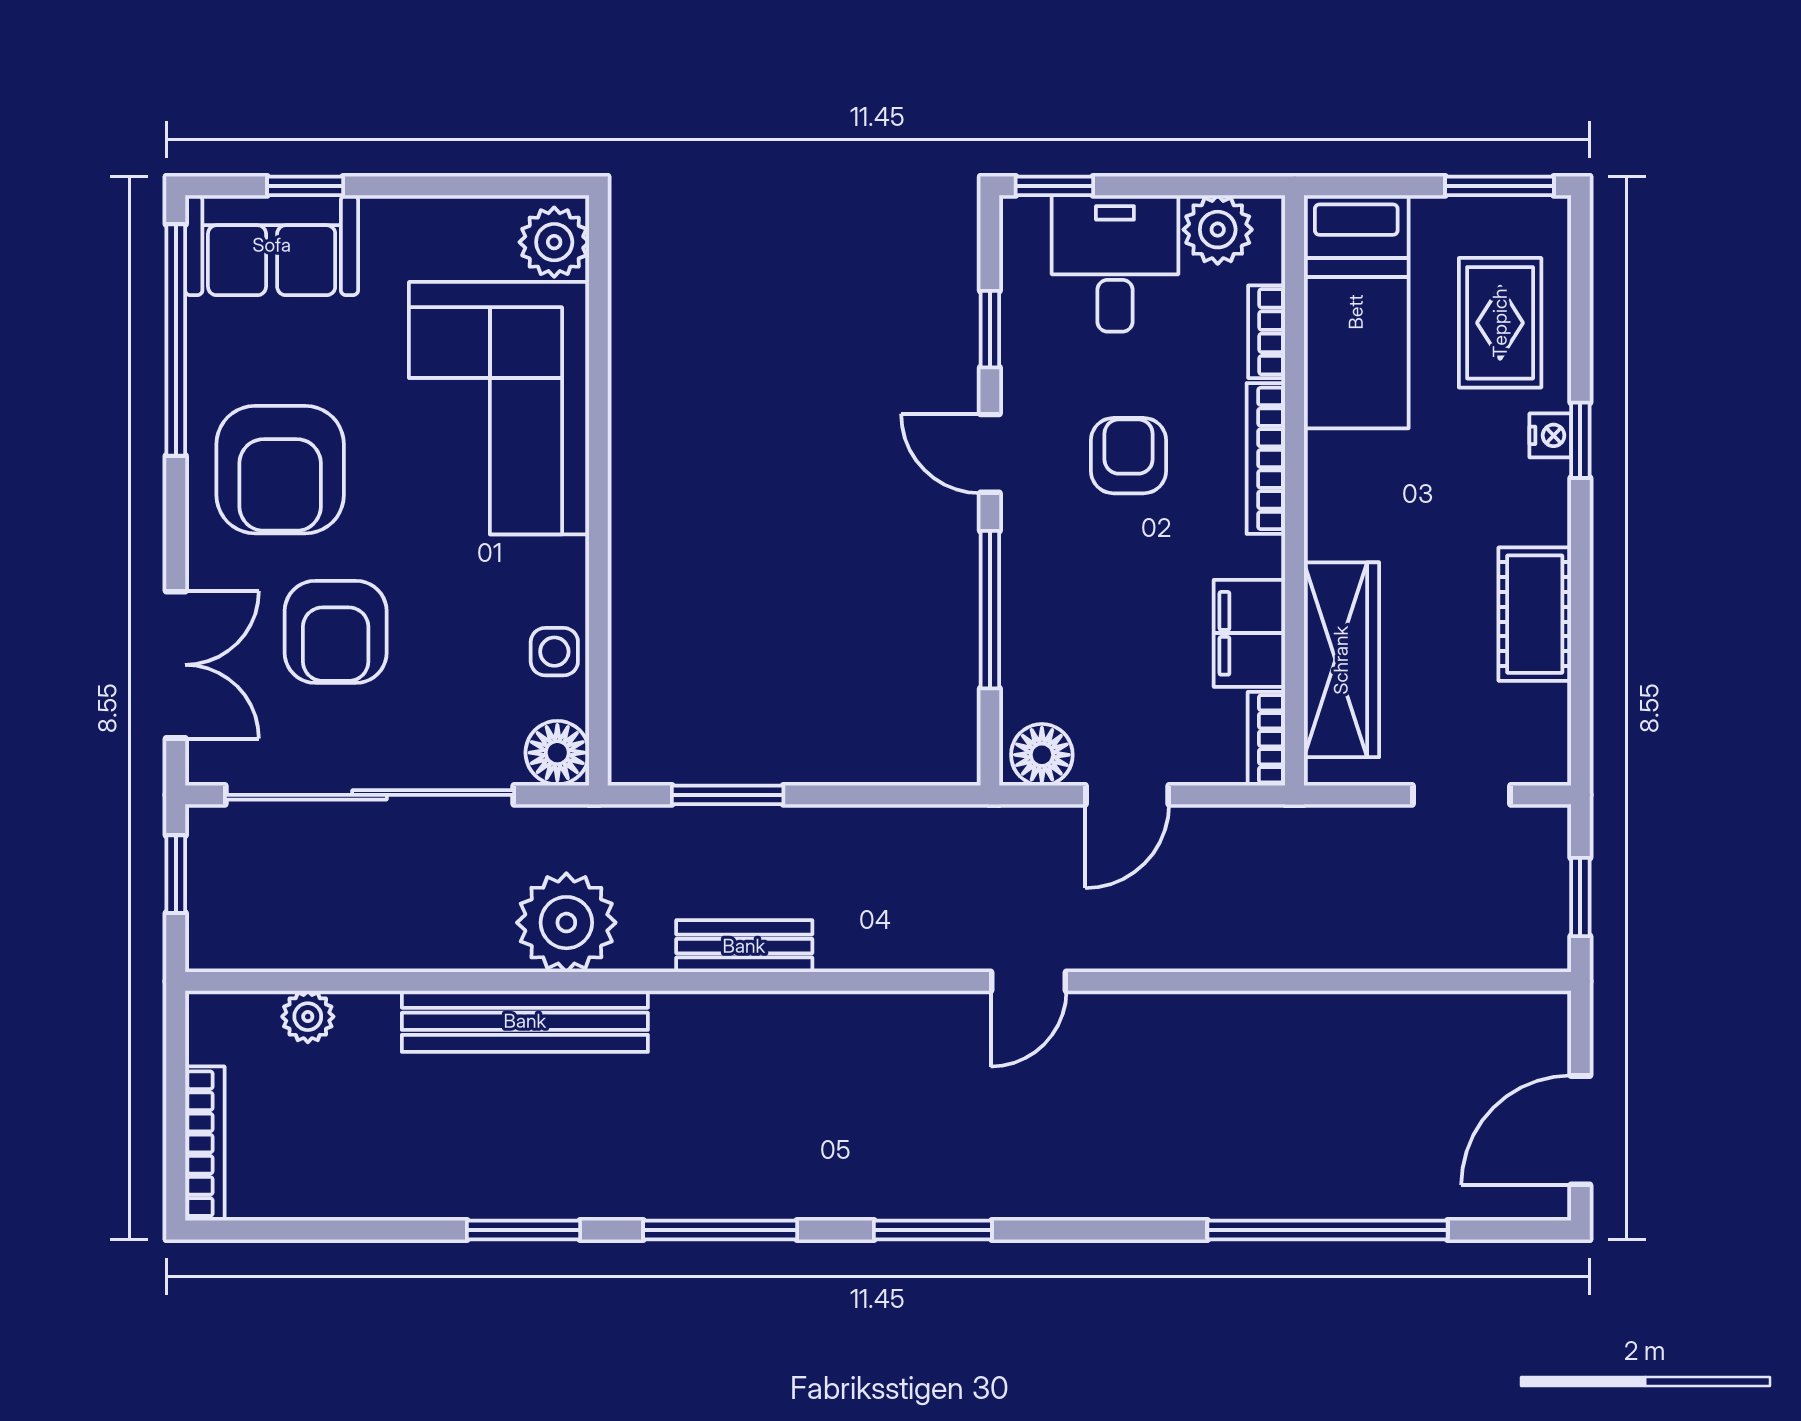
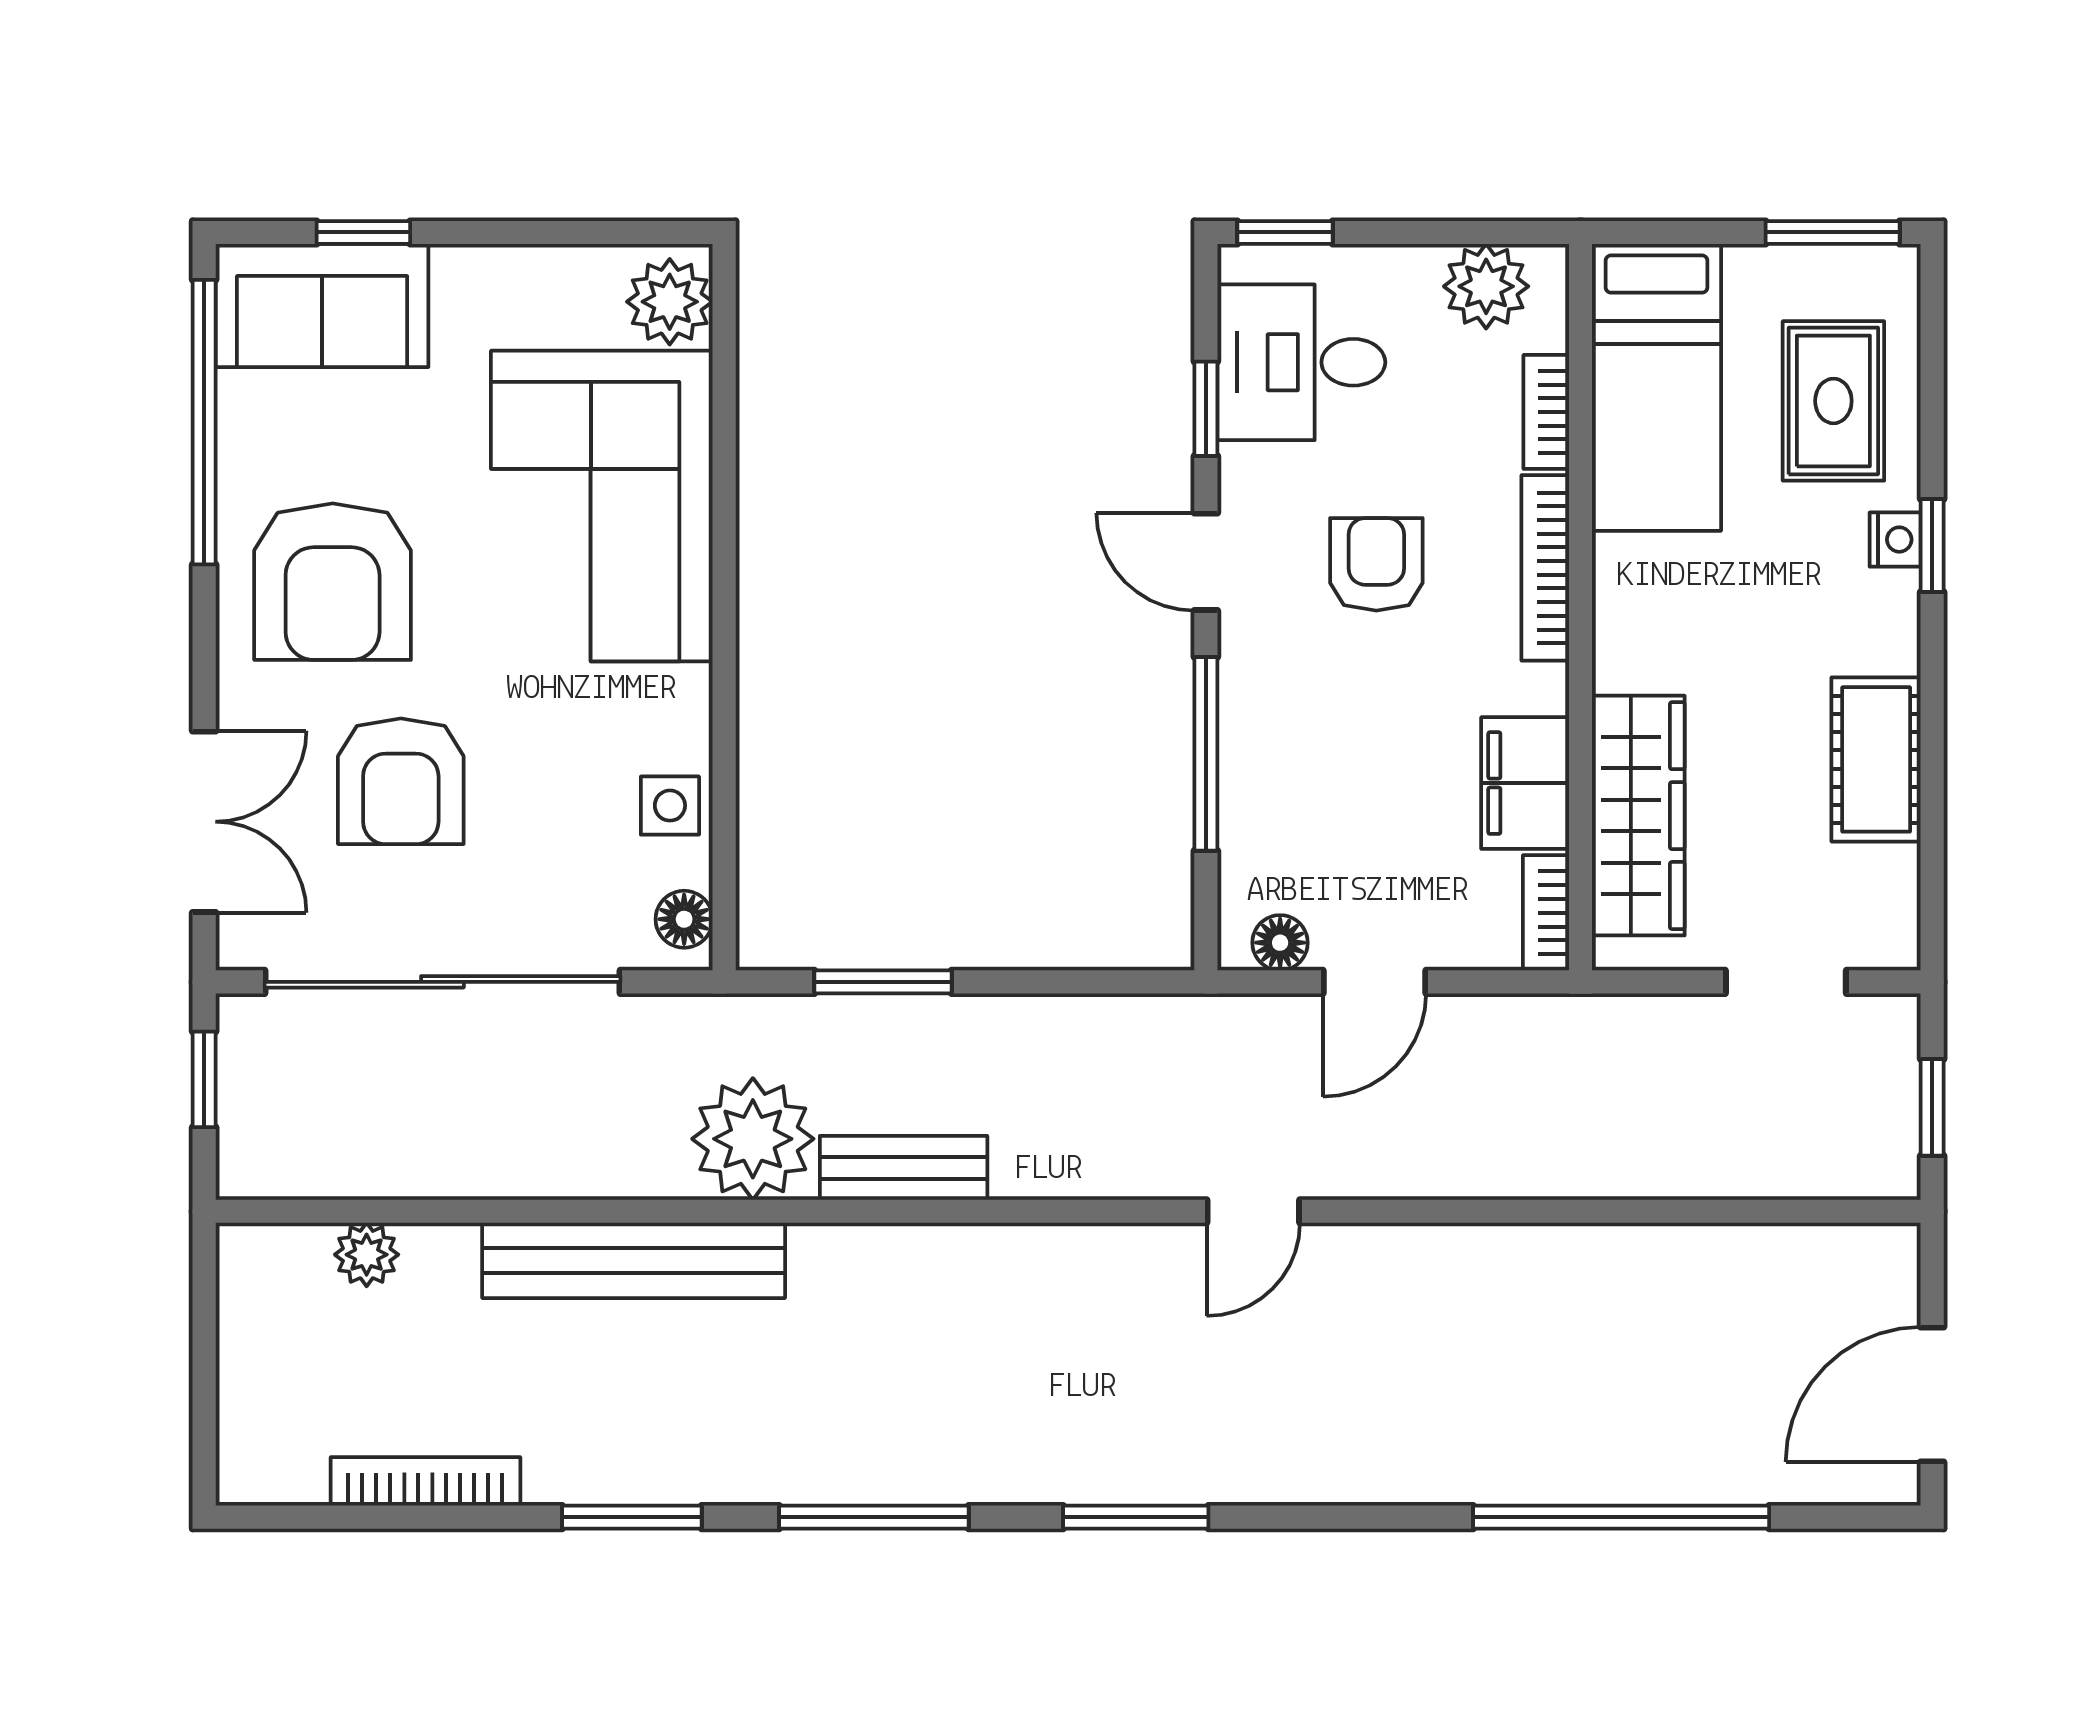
desk: (1115, 263) -> (1301, 362), moved, turned -90
floor lamp: (557, 753) -> (684, 919), width x0.73, depth x0.73
floor lamp: (1042, 755) -> (1280, 943), width x0.73, depth x0.73
plant: (566, 923) -> (753, 1139), moved
bookcase: (205, 1144) -> (425, 1481), moved, turned -90

